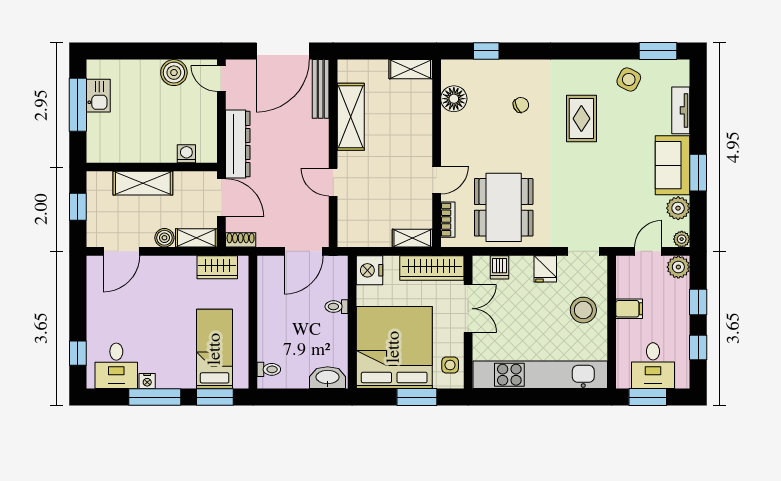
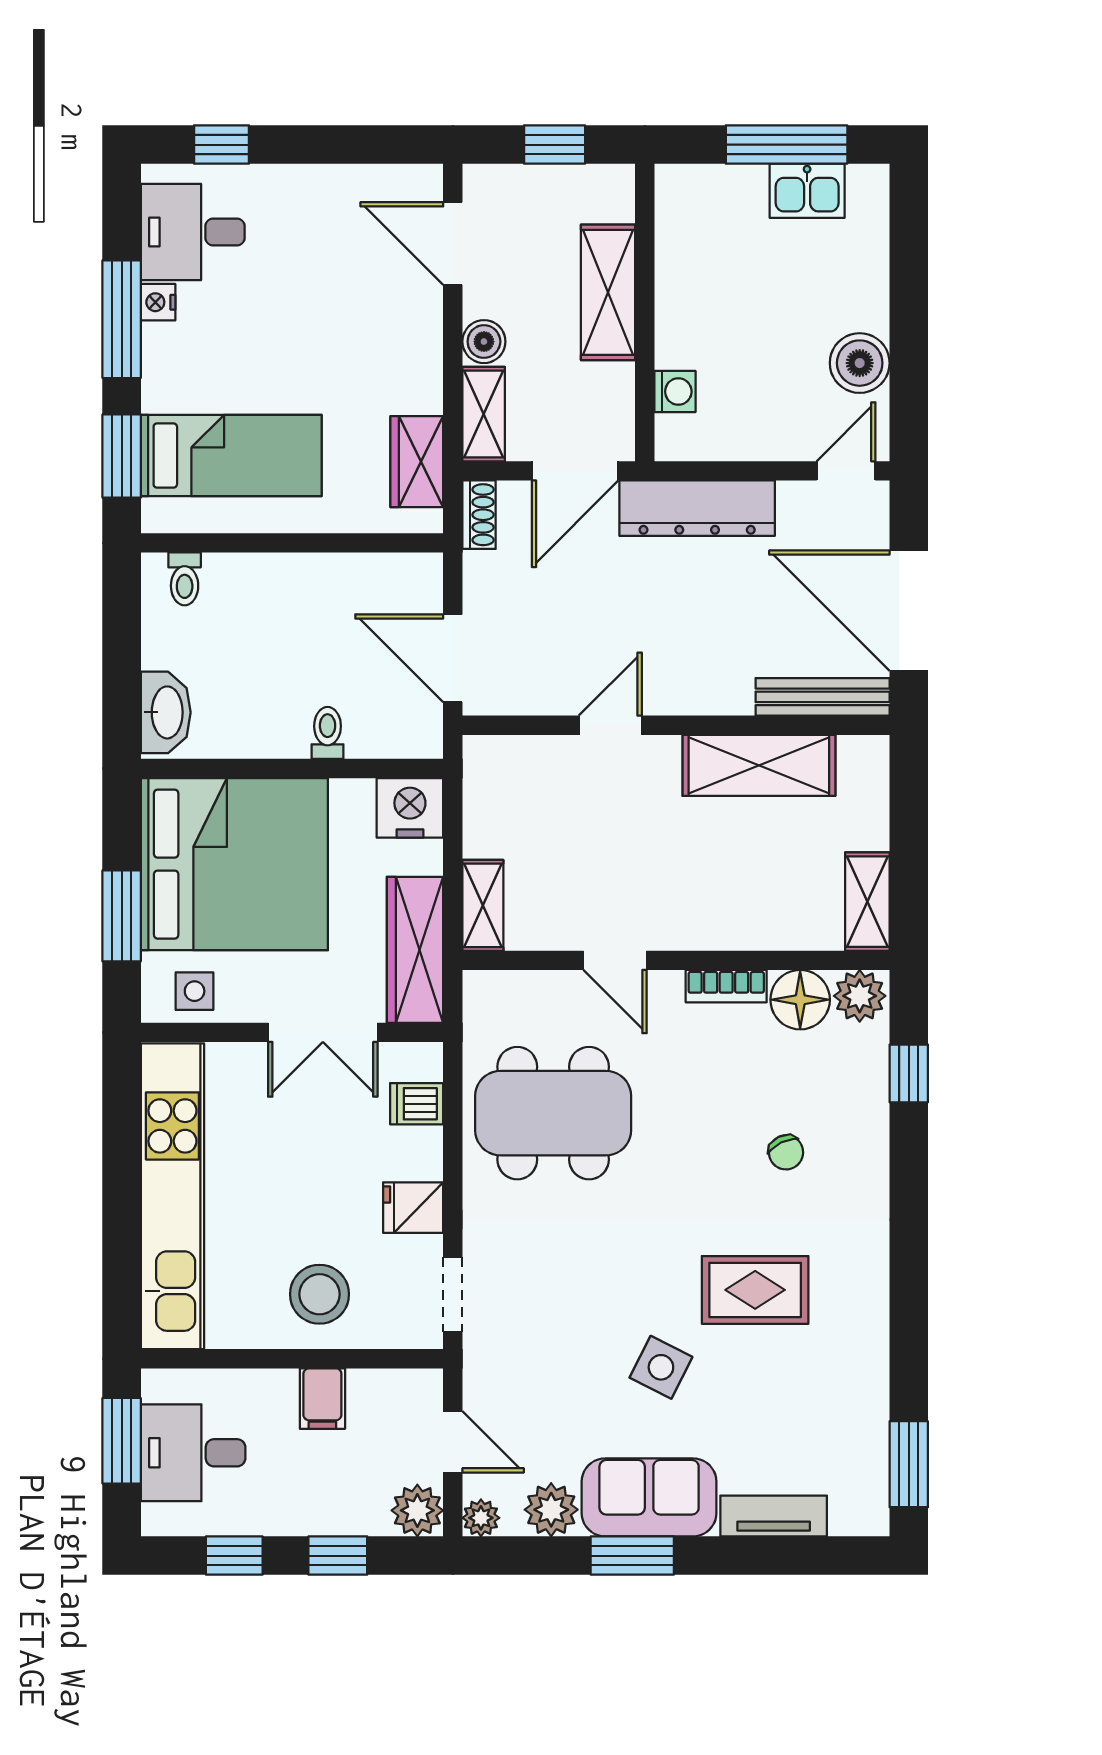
plant: (452, 73) -> (860, 996), added
side table: (629, 80) -> (661, 1367), moved
bookcase: (448, 220) -> (726, 986), moved

